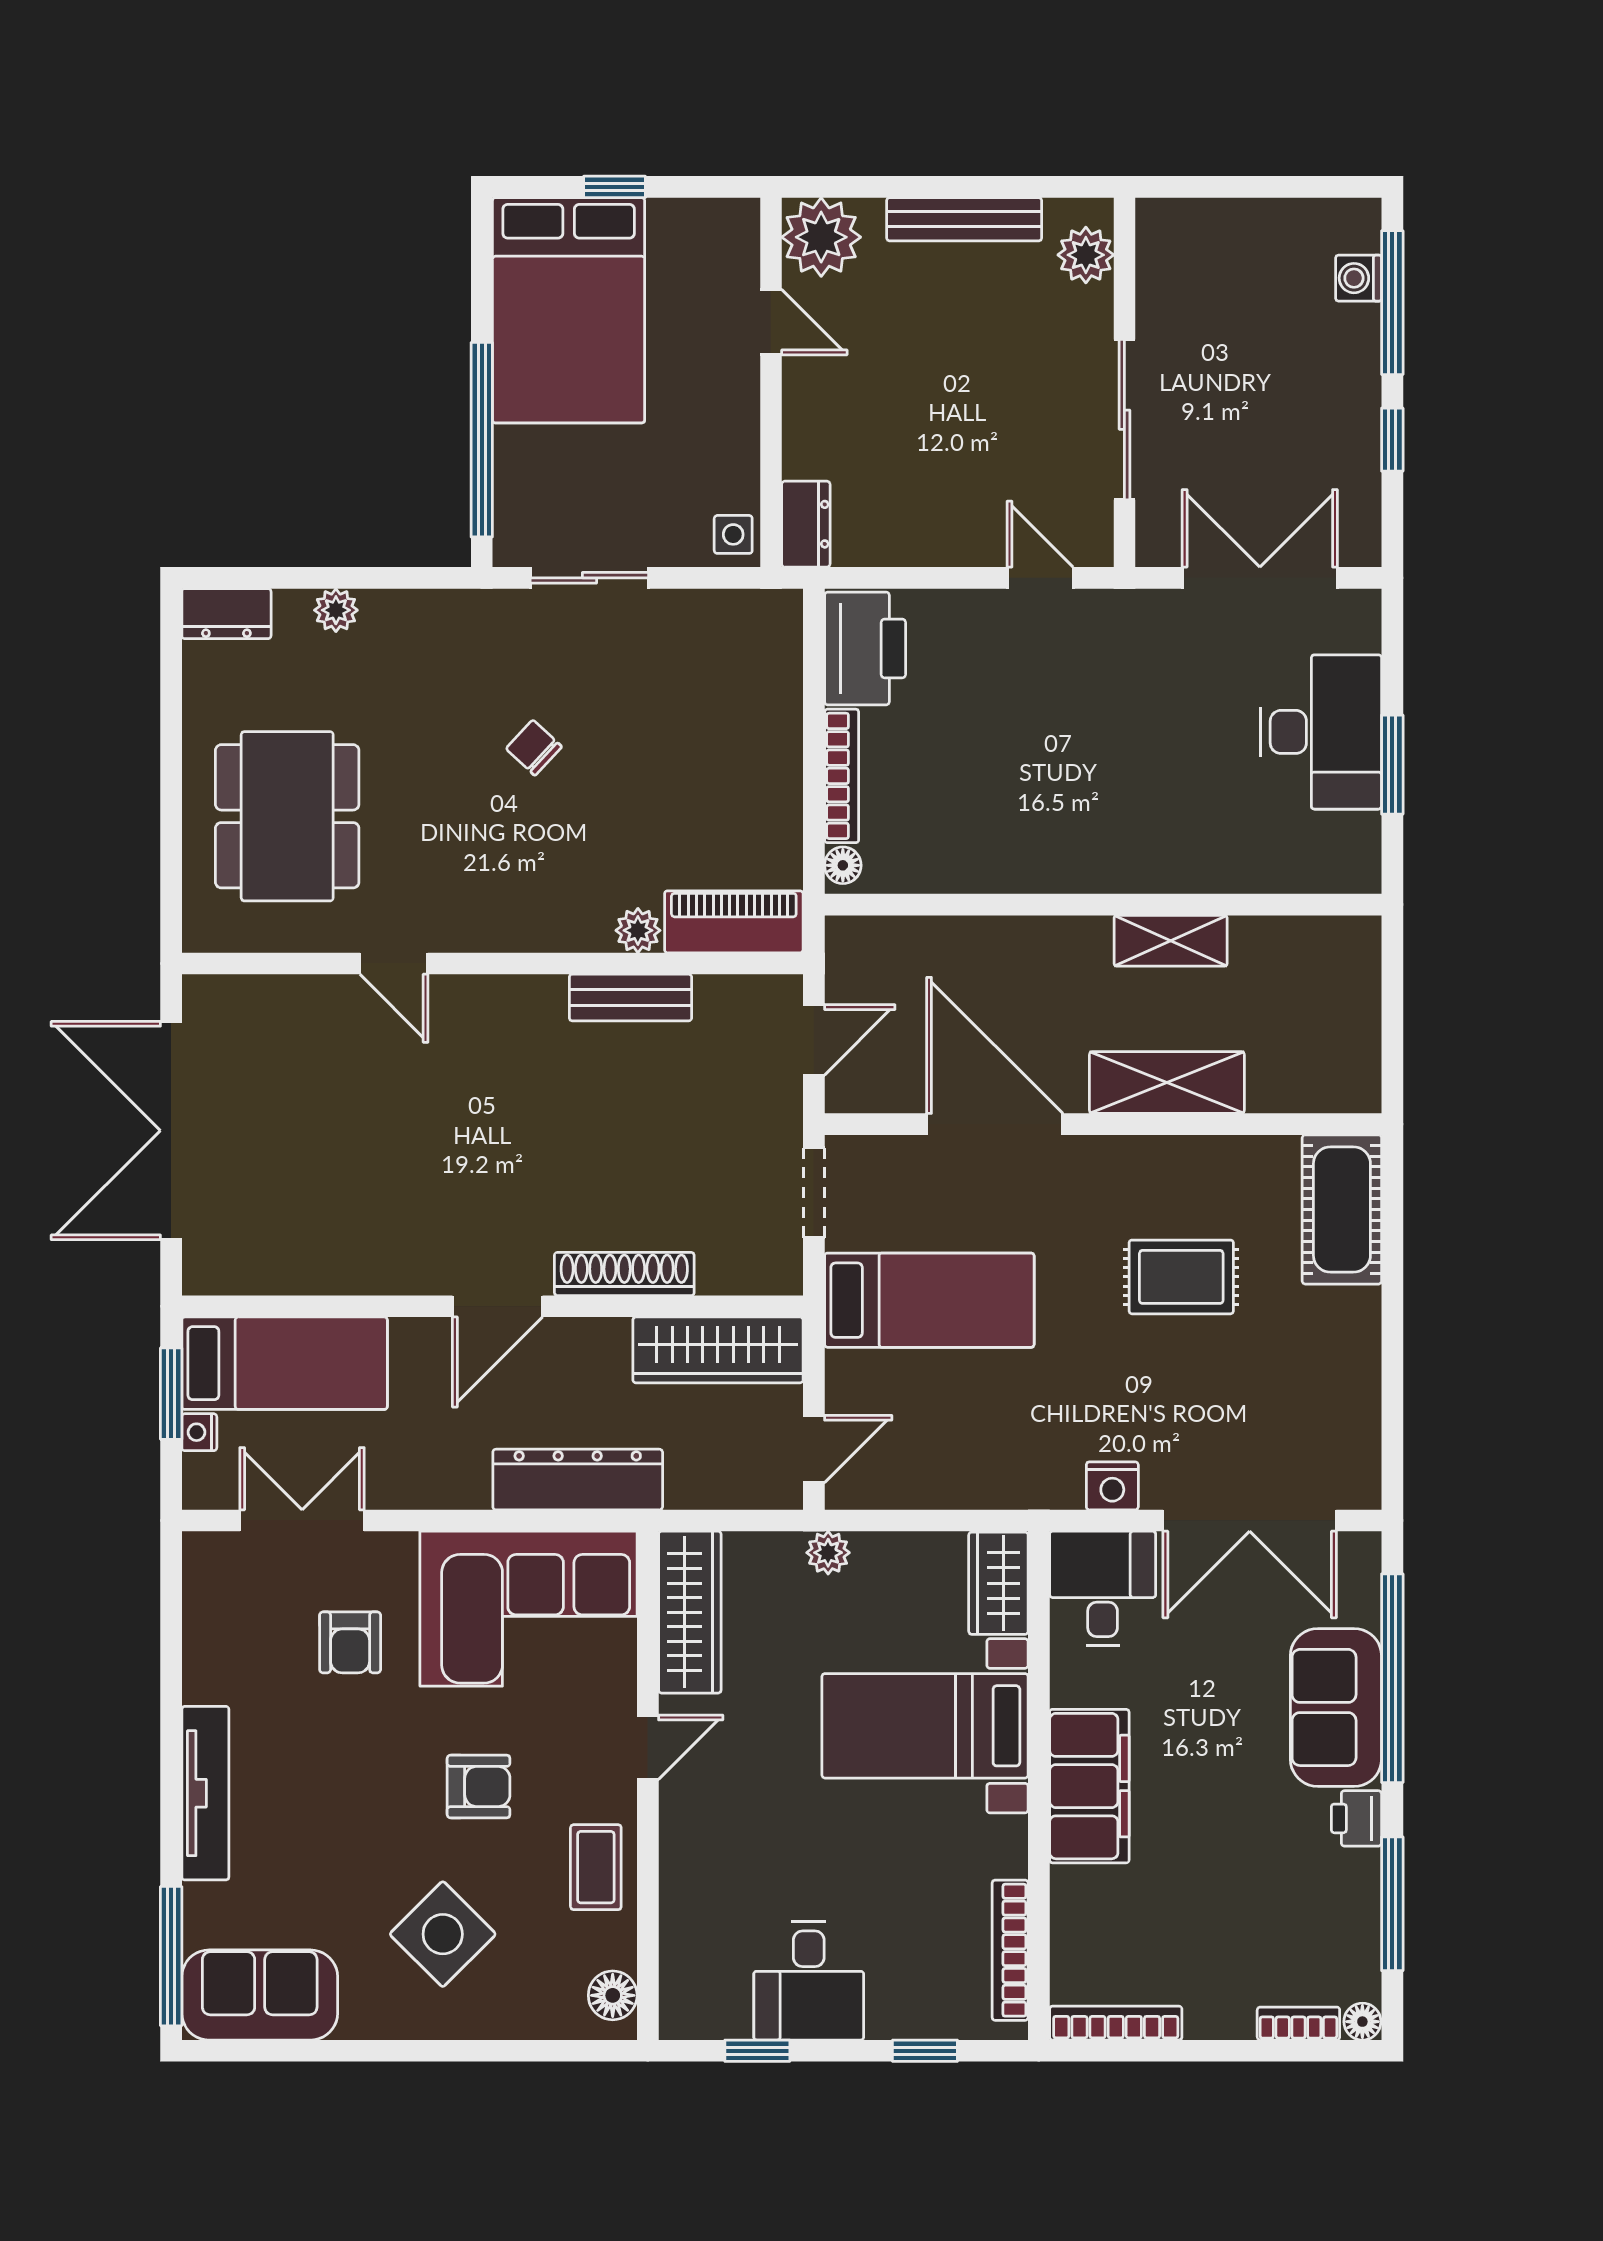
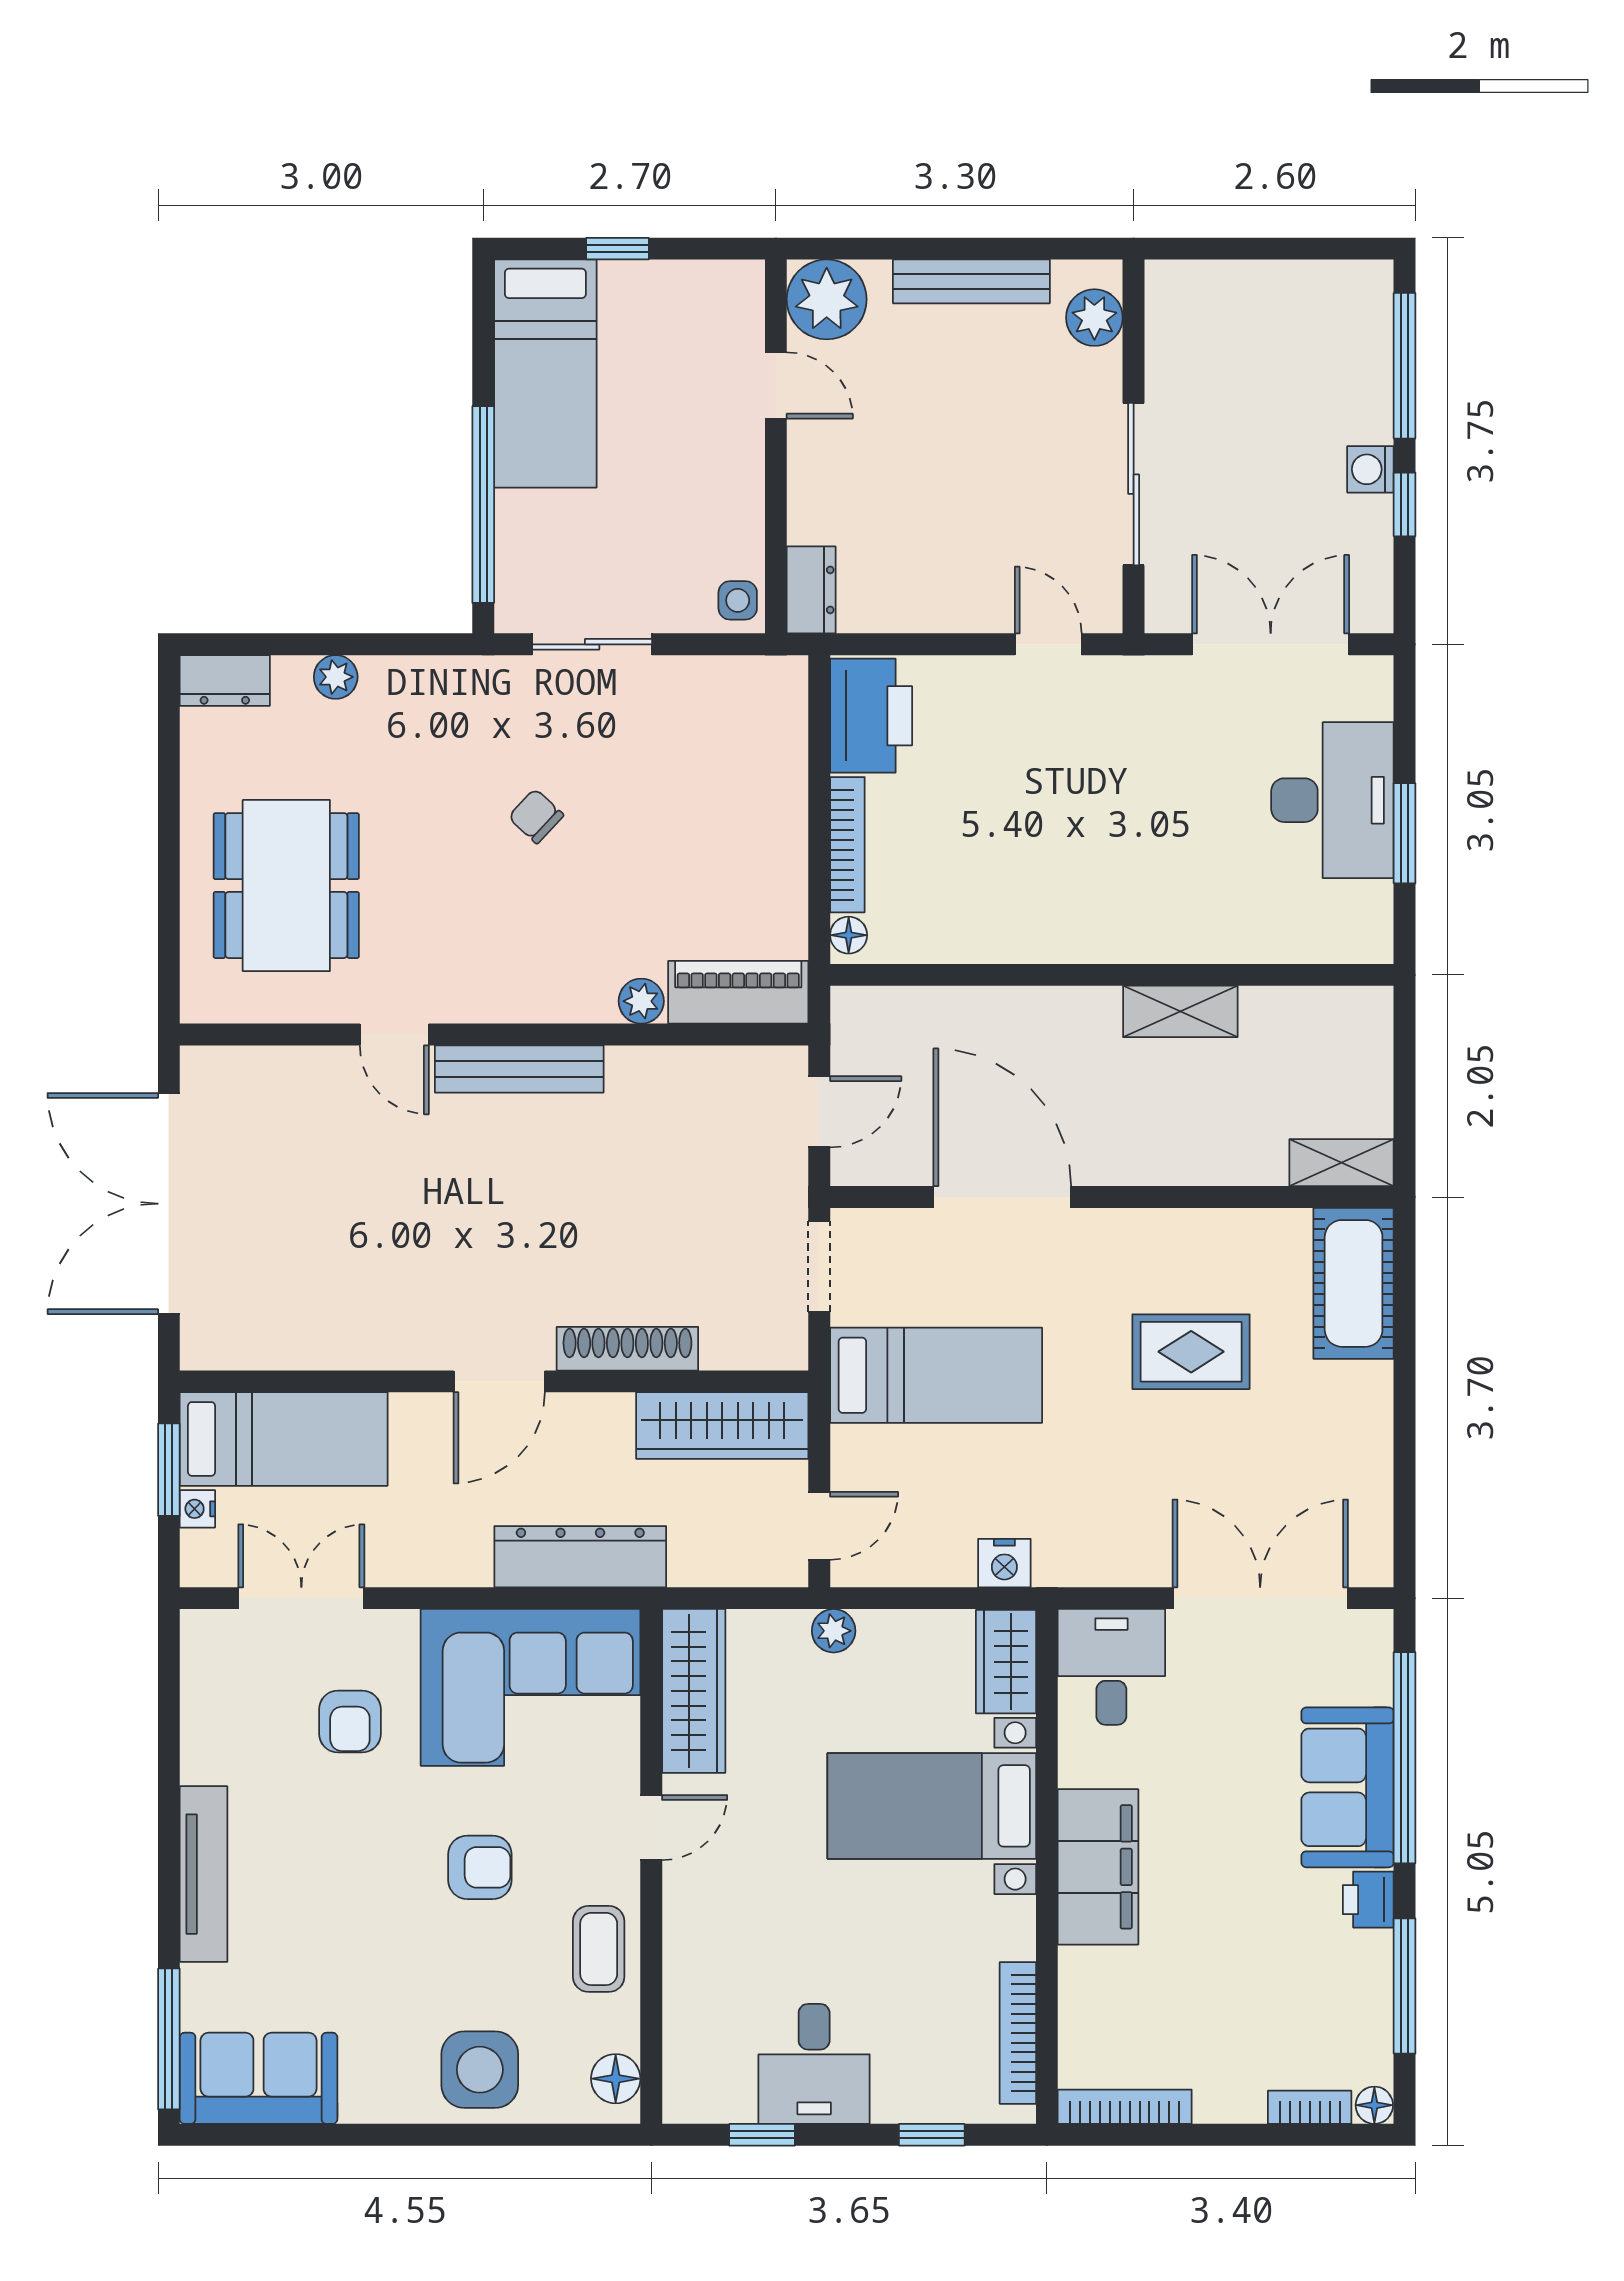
washing machine: (1359, 278) -> (1370, 469), moved
bed: (569, 310) -> (545, 373), width x0.67
bench: (630, 998) -> (519, 1069), moved, width x1.36
shelving: (1167, 1082) -> (1342, 1163), moved, width x0.67, depth x0.75
nightstand: (1112, 1486) -> (1004, 1563), moved
double door: (1250, 1520) -> (1260, 1598), swing flipped
side table: (443, 1934) -> (480, 2070), moved, turned 45

